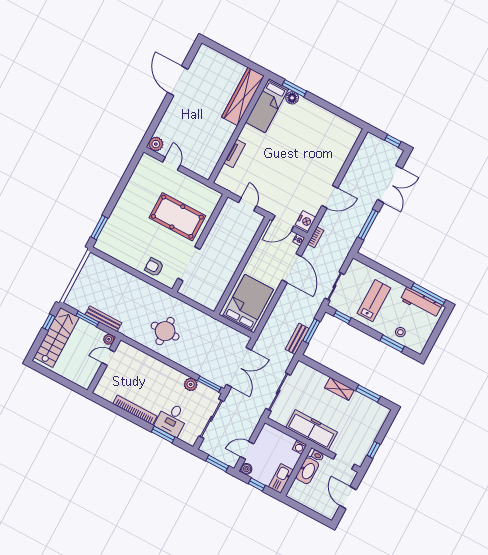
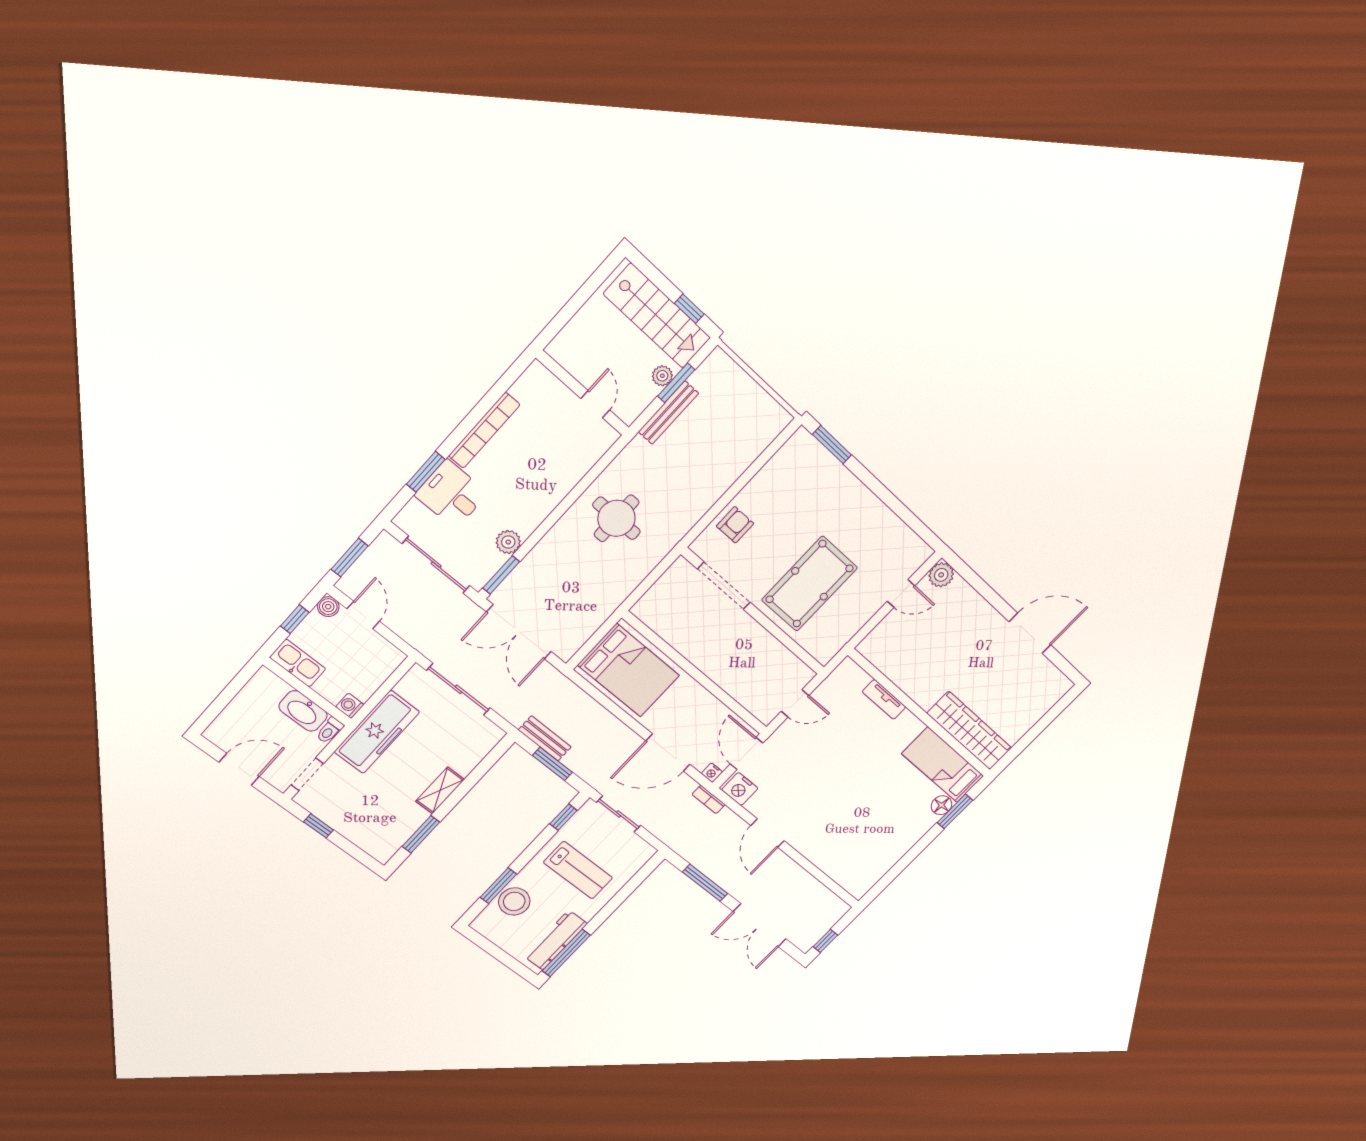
stool: (400, 332) -> (514, 901), width x1.89, depth x1.89
plant: (109, 339) -> (662, 376), moved

